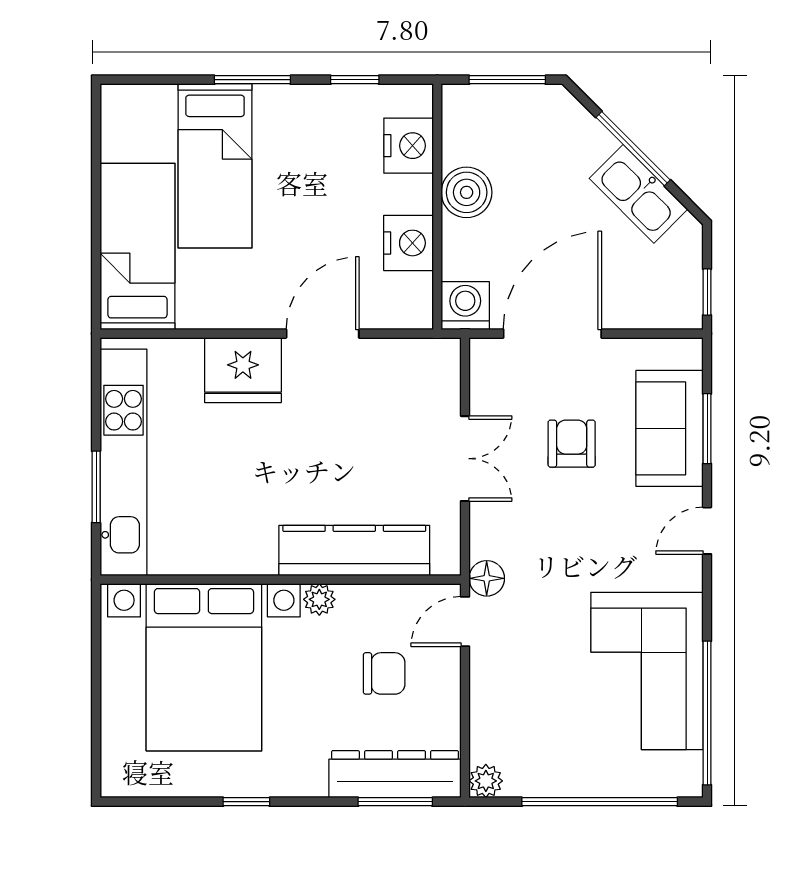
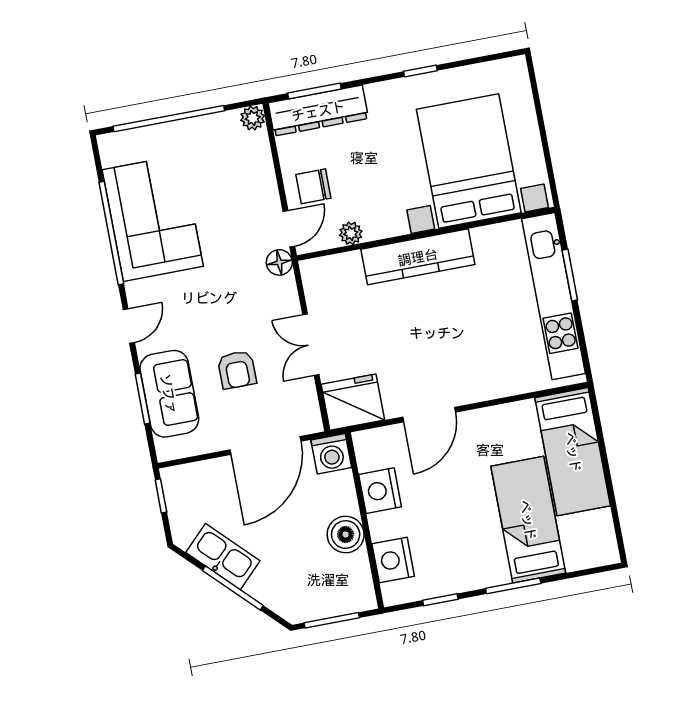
fridge: (243, 370) -> (353, 402), moved
kitchen counter: (354, 550) -> (418, 257), moved
plant: (319, 599) -> (351, 233), moved
chair: (384, 673) -> (313, 186), moved
window: (707, 713) -> (111, 233), moved

